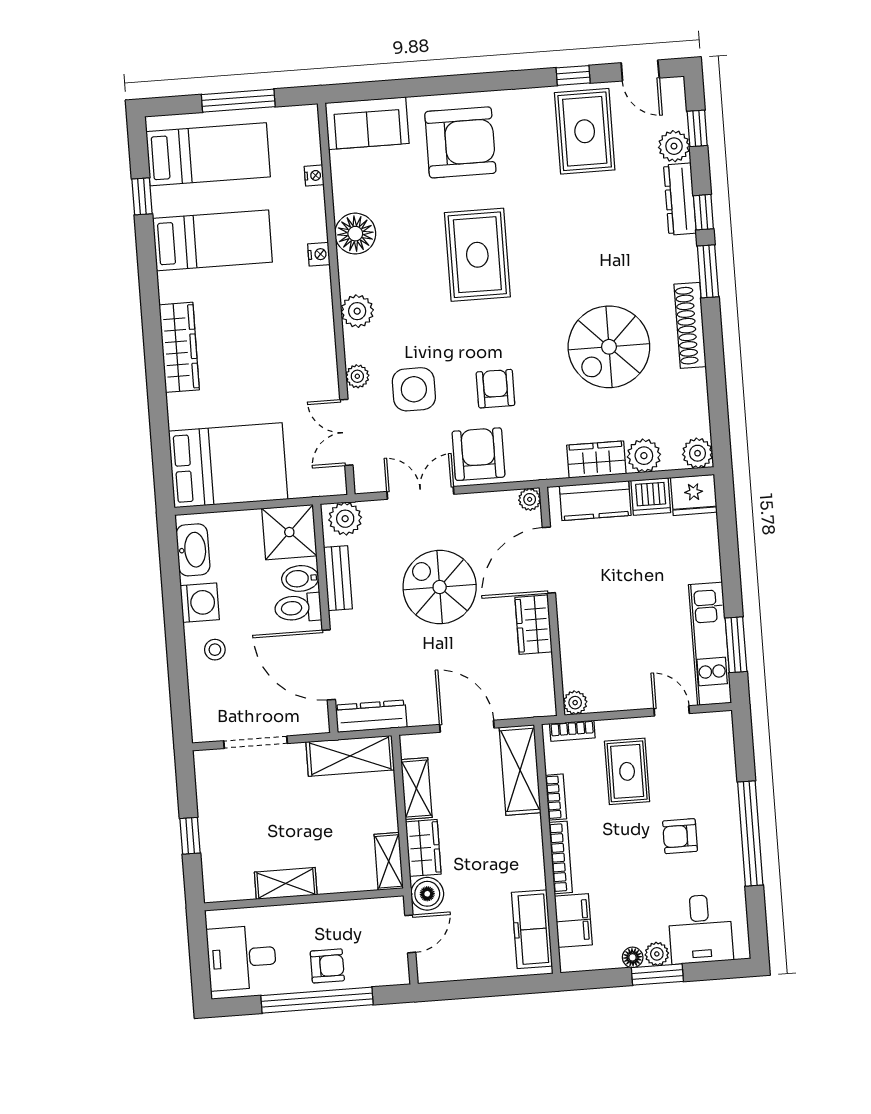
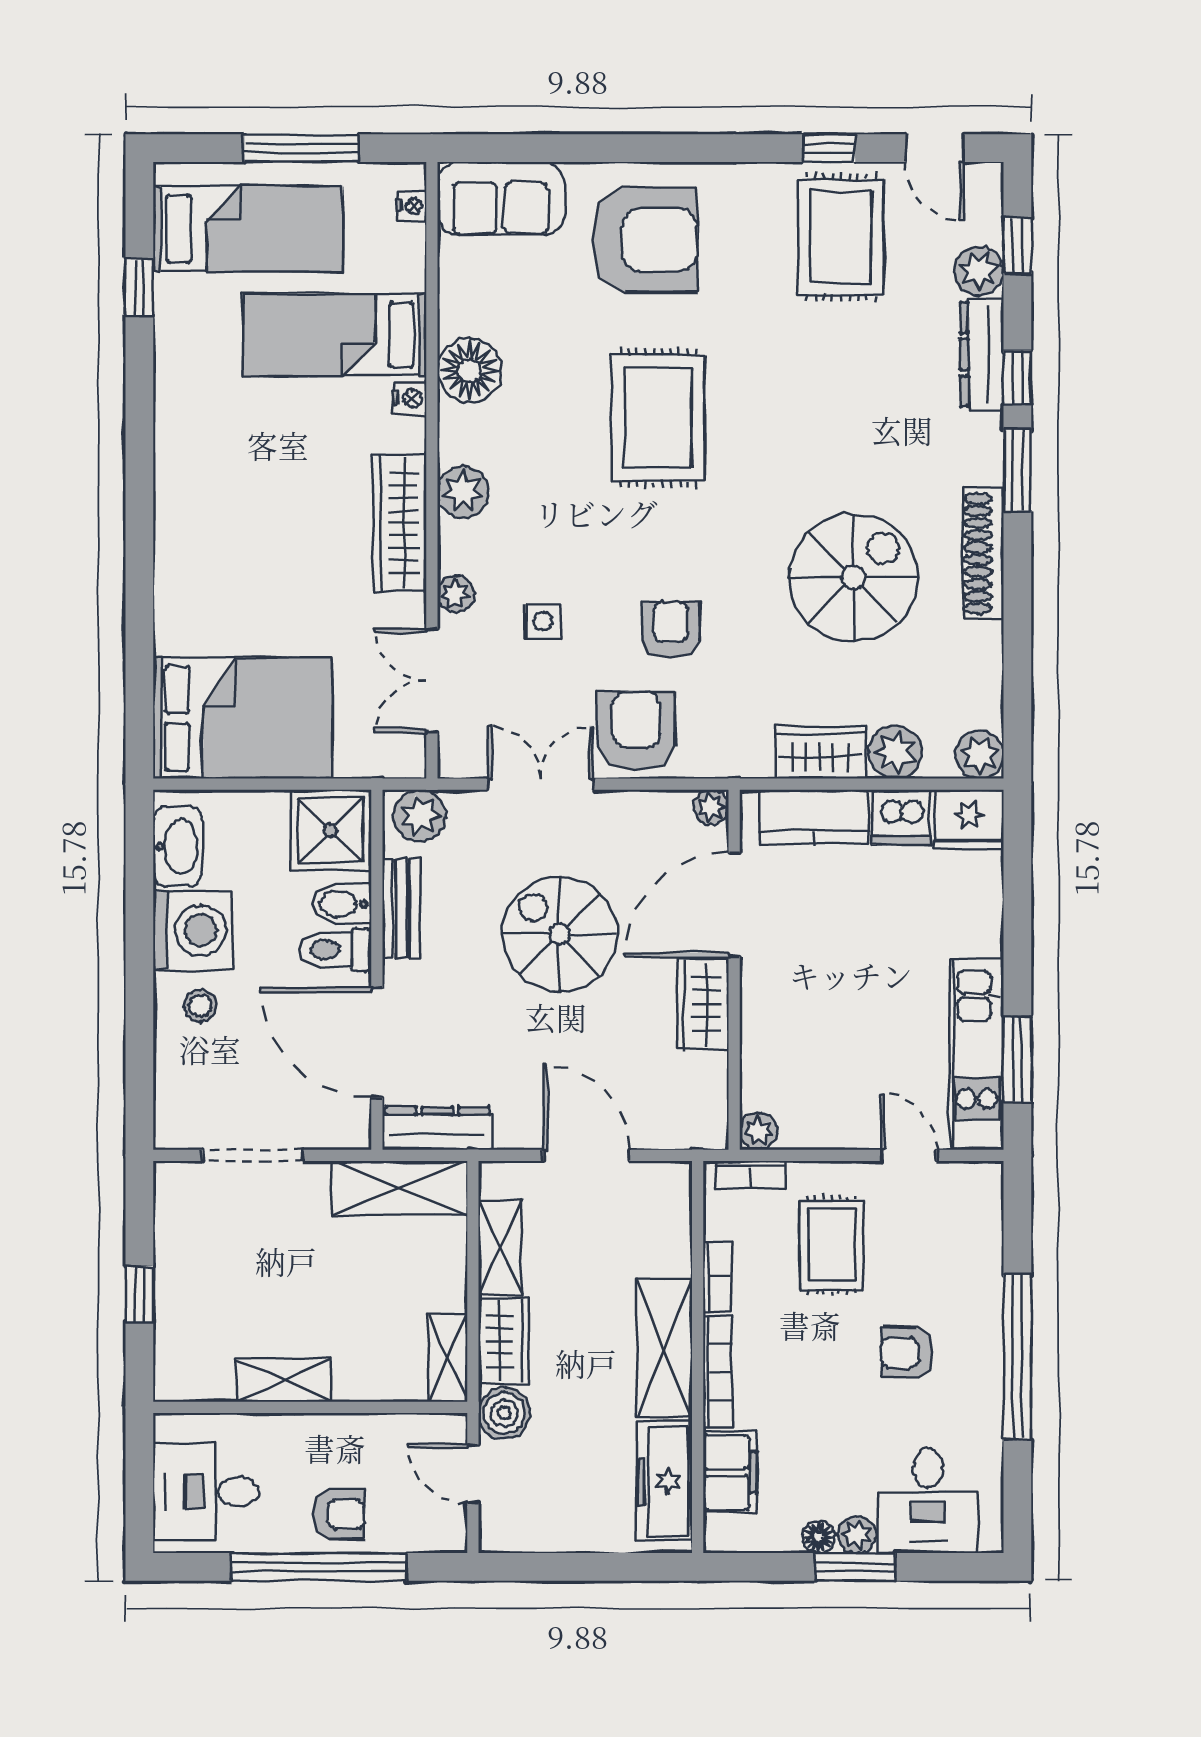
nightstand: (314, 176) -> (412, 206), moved
bed: (212, 240) -> (335, 335), moved, turned 180
wardrobe: (179, 347) -> (400, 523), moved, turned 180
spiral stairs: (609, 347) -> (853, 578), turned 180
side table: (414, 389) -> (543, 621), width x0.54, depth x0.54
washing machine: (200, 603) -> (193, 930), width x1.37, depth x1.37
shelving: (520, 770) -> (664, 1348), moved
door: (410, 934) -> (473, 1474), swing flipped

